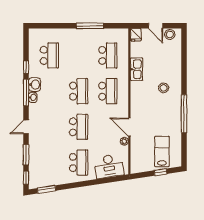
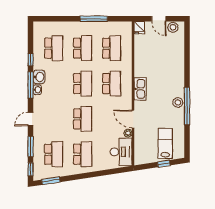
school desk: (79, 55) -> (83, 48), added
kitchen sink: (136, 69) -> (140, 89), moved
stool: (164, 88) -> (178, 102), moved
school desk: (49, 163) -> (54, 154), added
desk: (109, 166) -> (121, 152), moved, turned -81

